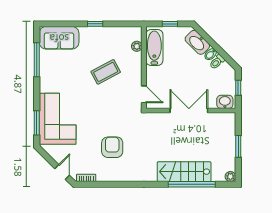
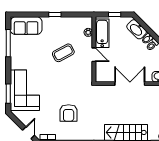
door: (144, 94) -> (94, 55), moved
armchair: (112, 147) -> (69, 113), turned 180

